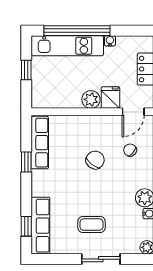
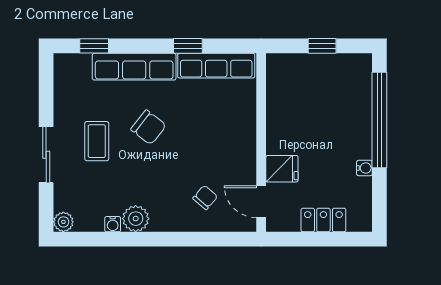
kitchen unit: (67, 46) -> (357, 106), removed
plant: (91, 99) -> (279, 140), removed
chair: (95, 160) -> (148, 127), moved
row of seats: (40, 226) -> (134, 67), moved

